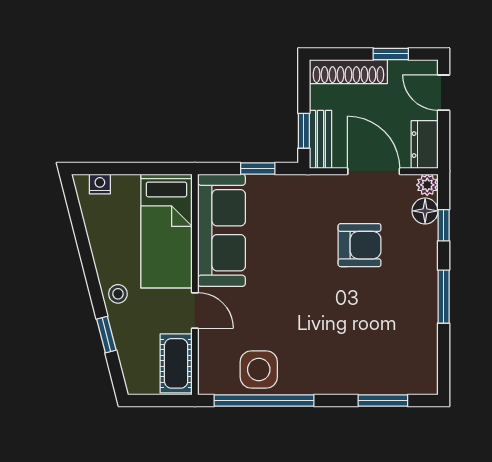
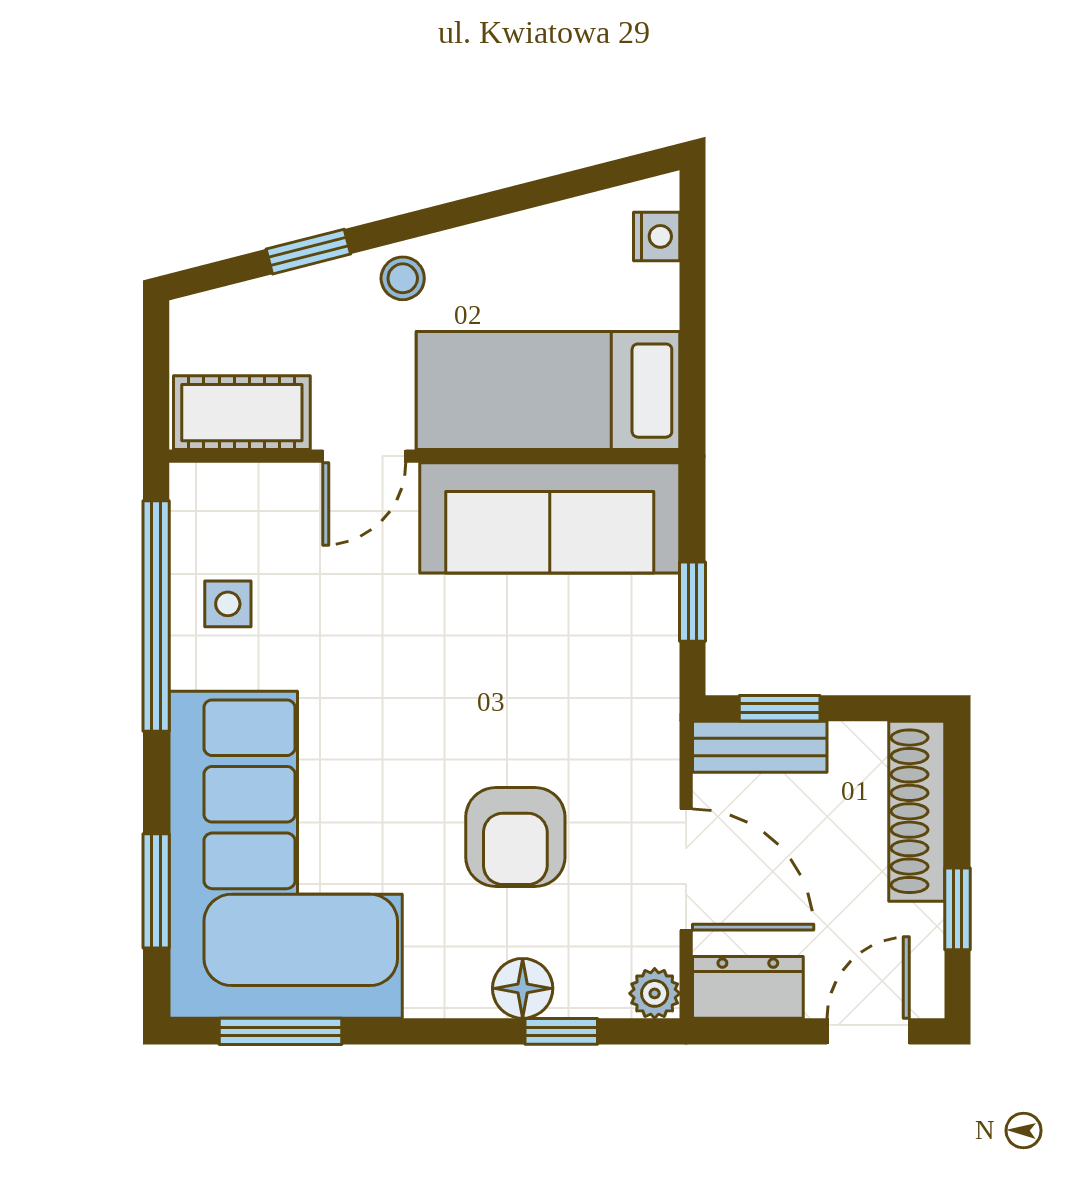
door: (374, 171) -> (686, 869), hinge flipped
floor lamp: (425, 211) -> (523, 988), moved
window: (444, 297) -> (281, 1031), moved
corner sofa: (367, 344) -> (286, 855), added
side table: (259, 369) -> (228, 604), width x0.54, depth x0.54

